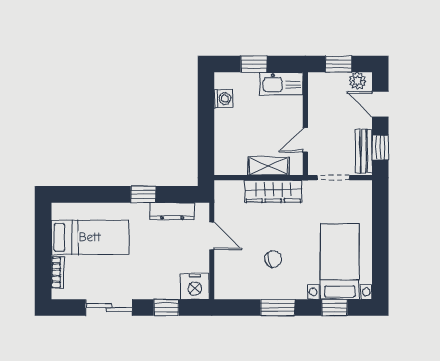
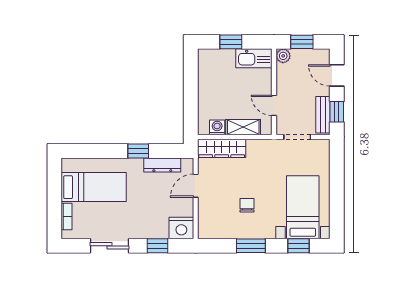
plant: (357, 81) -> (283, 56), moved
washing machine: (223, 99) -> (217, 127), moved, turned -90
door: (305, 140) -> (274, 105), hinge flipped
wardrobe: (273, 191) -> (222, 148), moved
door: (212, 236) -> (196, 186), swing flipped
chair: (273, 259) -> (247, 205), turned -73

